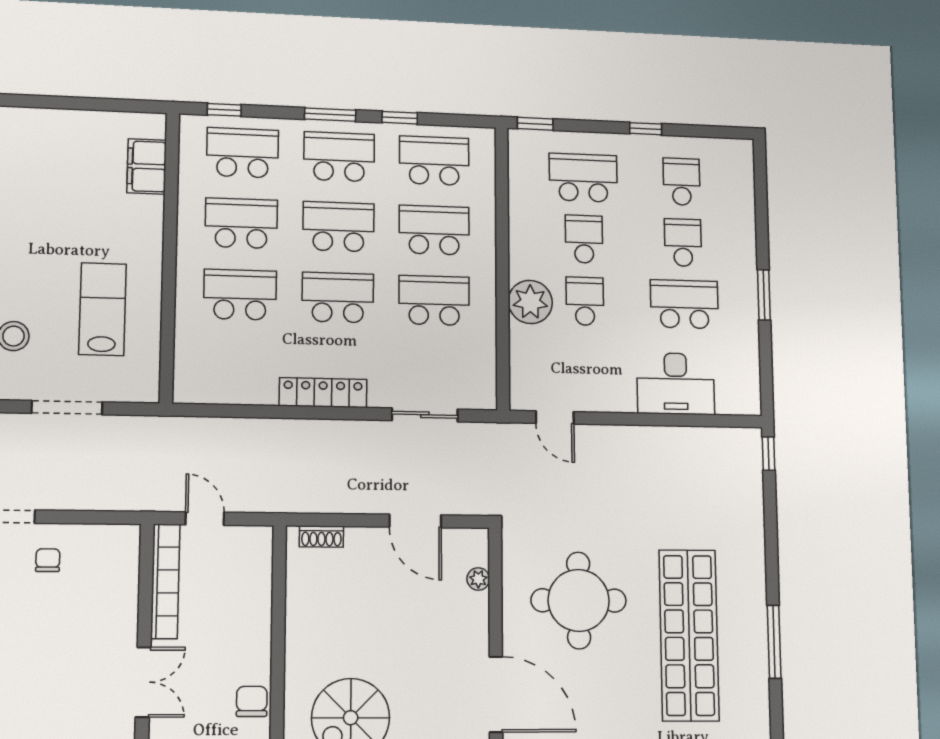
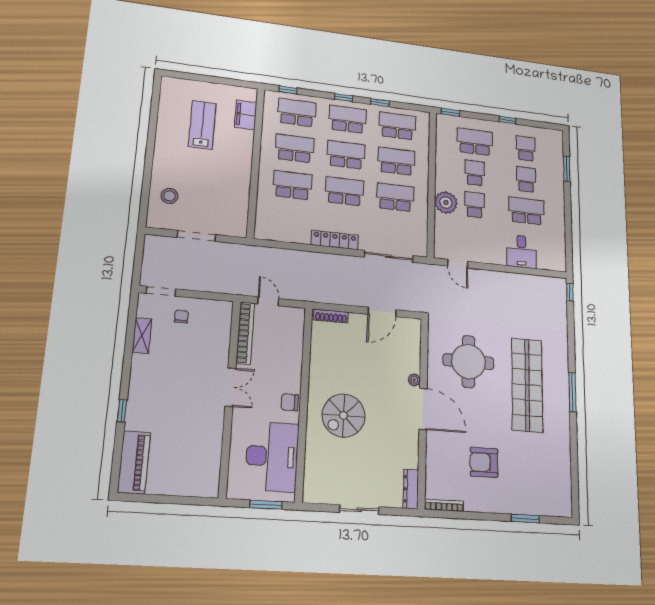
window: (330, 115) -> (344, 98), width x0.67
window: (764, 295) -> (567, 169), moved
lab bench: (102, 309) -> (202, 125), moved
desk: (676, 384) -> (521, 252), width x0.73
sliding door: (425, 415) -> (389, 256), width x1.37
door: (415, 521) -> (382, 312), hinge flipped
shoe rack: (321, 536) -> (331, 316), width x1.43
plant: (478, 579) -> (414, 380), moved
chair: (252, 701) -> (290, 402), turned -90

